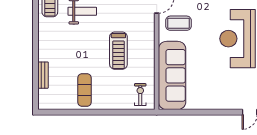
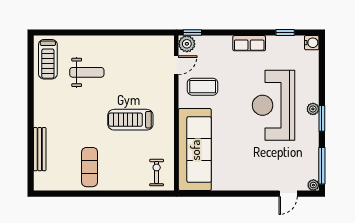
treadmill: (118, 51) -> (130, 120), turned 90
bench: (43, 75) -> (40, 149), width x1.36

